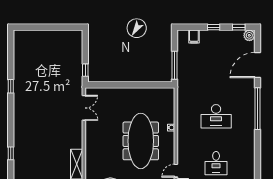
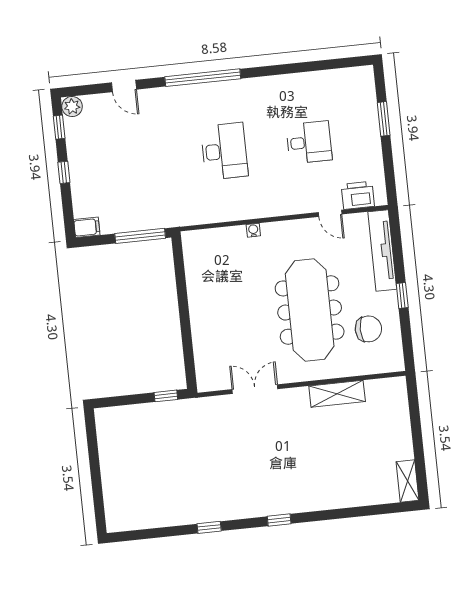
filing cabinet: (194, 36) -> (87, 227), moved
door: (258, 65) -> (124, 86), width x0.53
double door: (84, 108) -> (255, 389), moved
meeting table: (141, 141) -> (310, 310), moved, turned 90
window: (11, 153) -> (279, 520), moved

